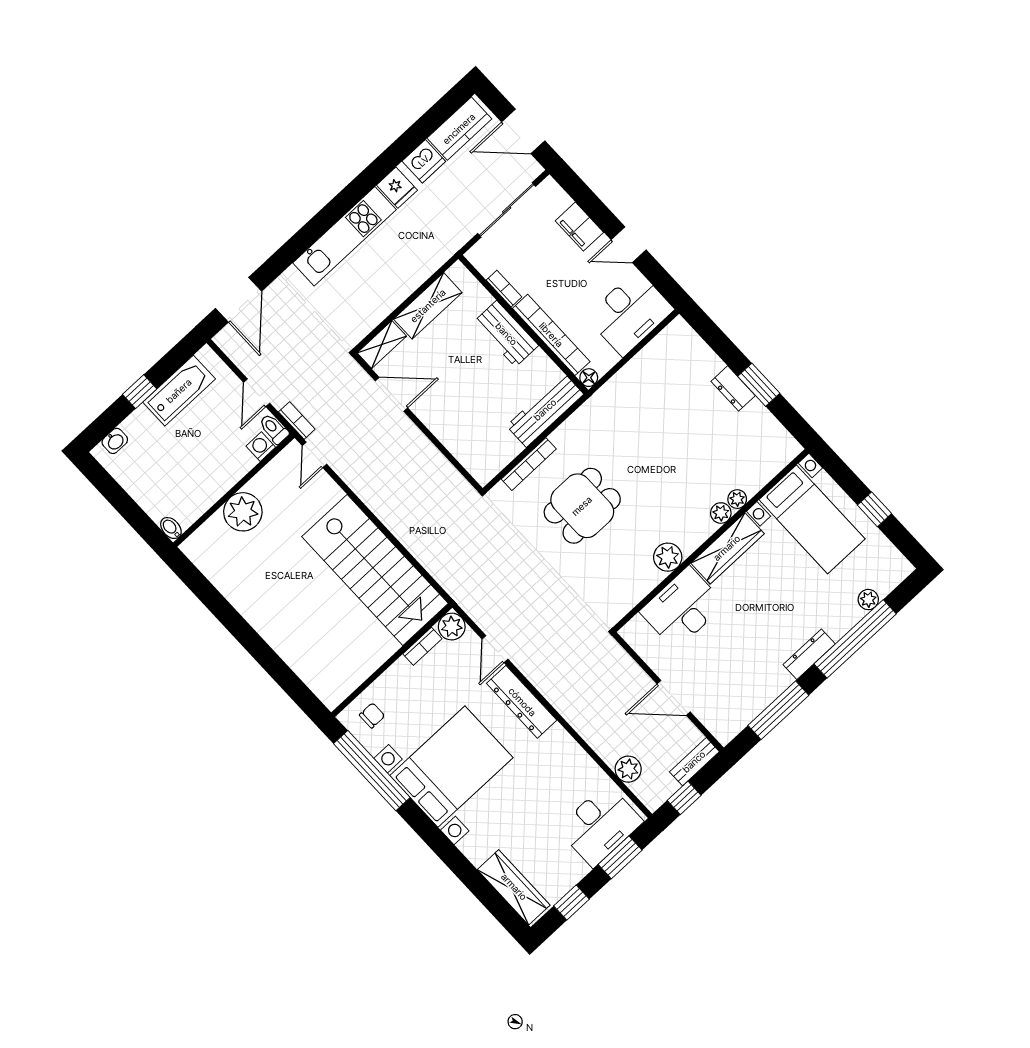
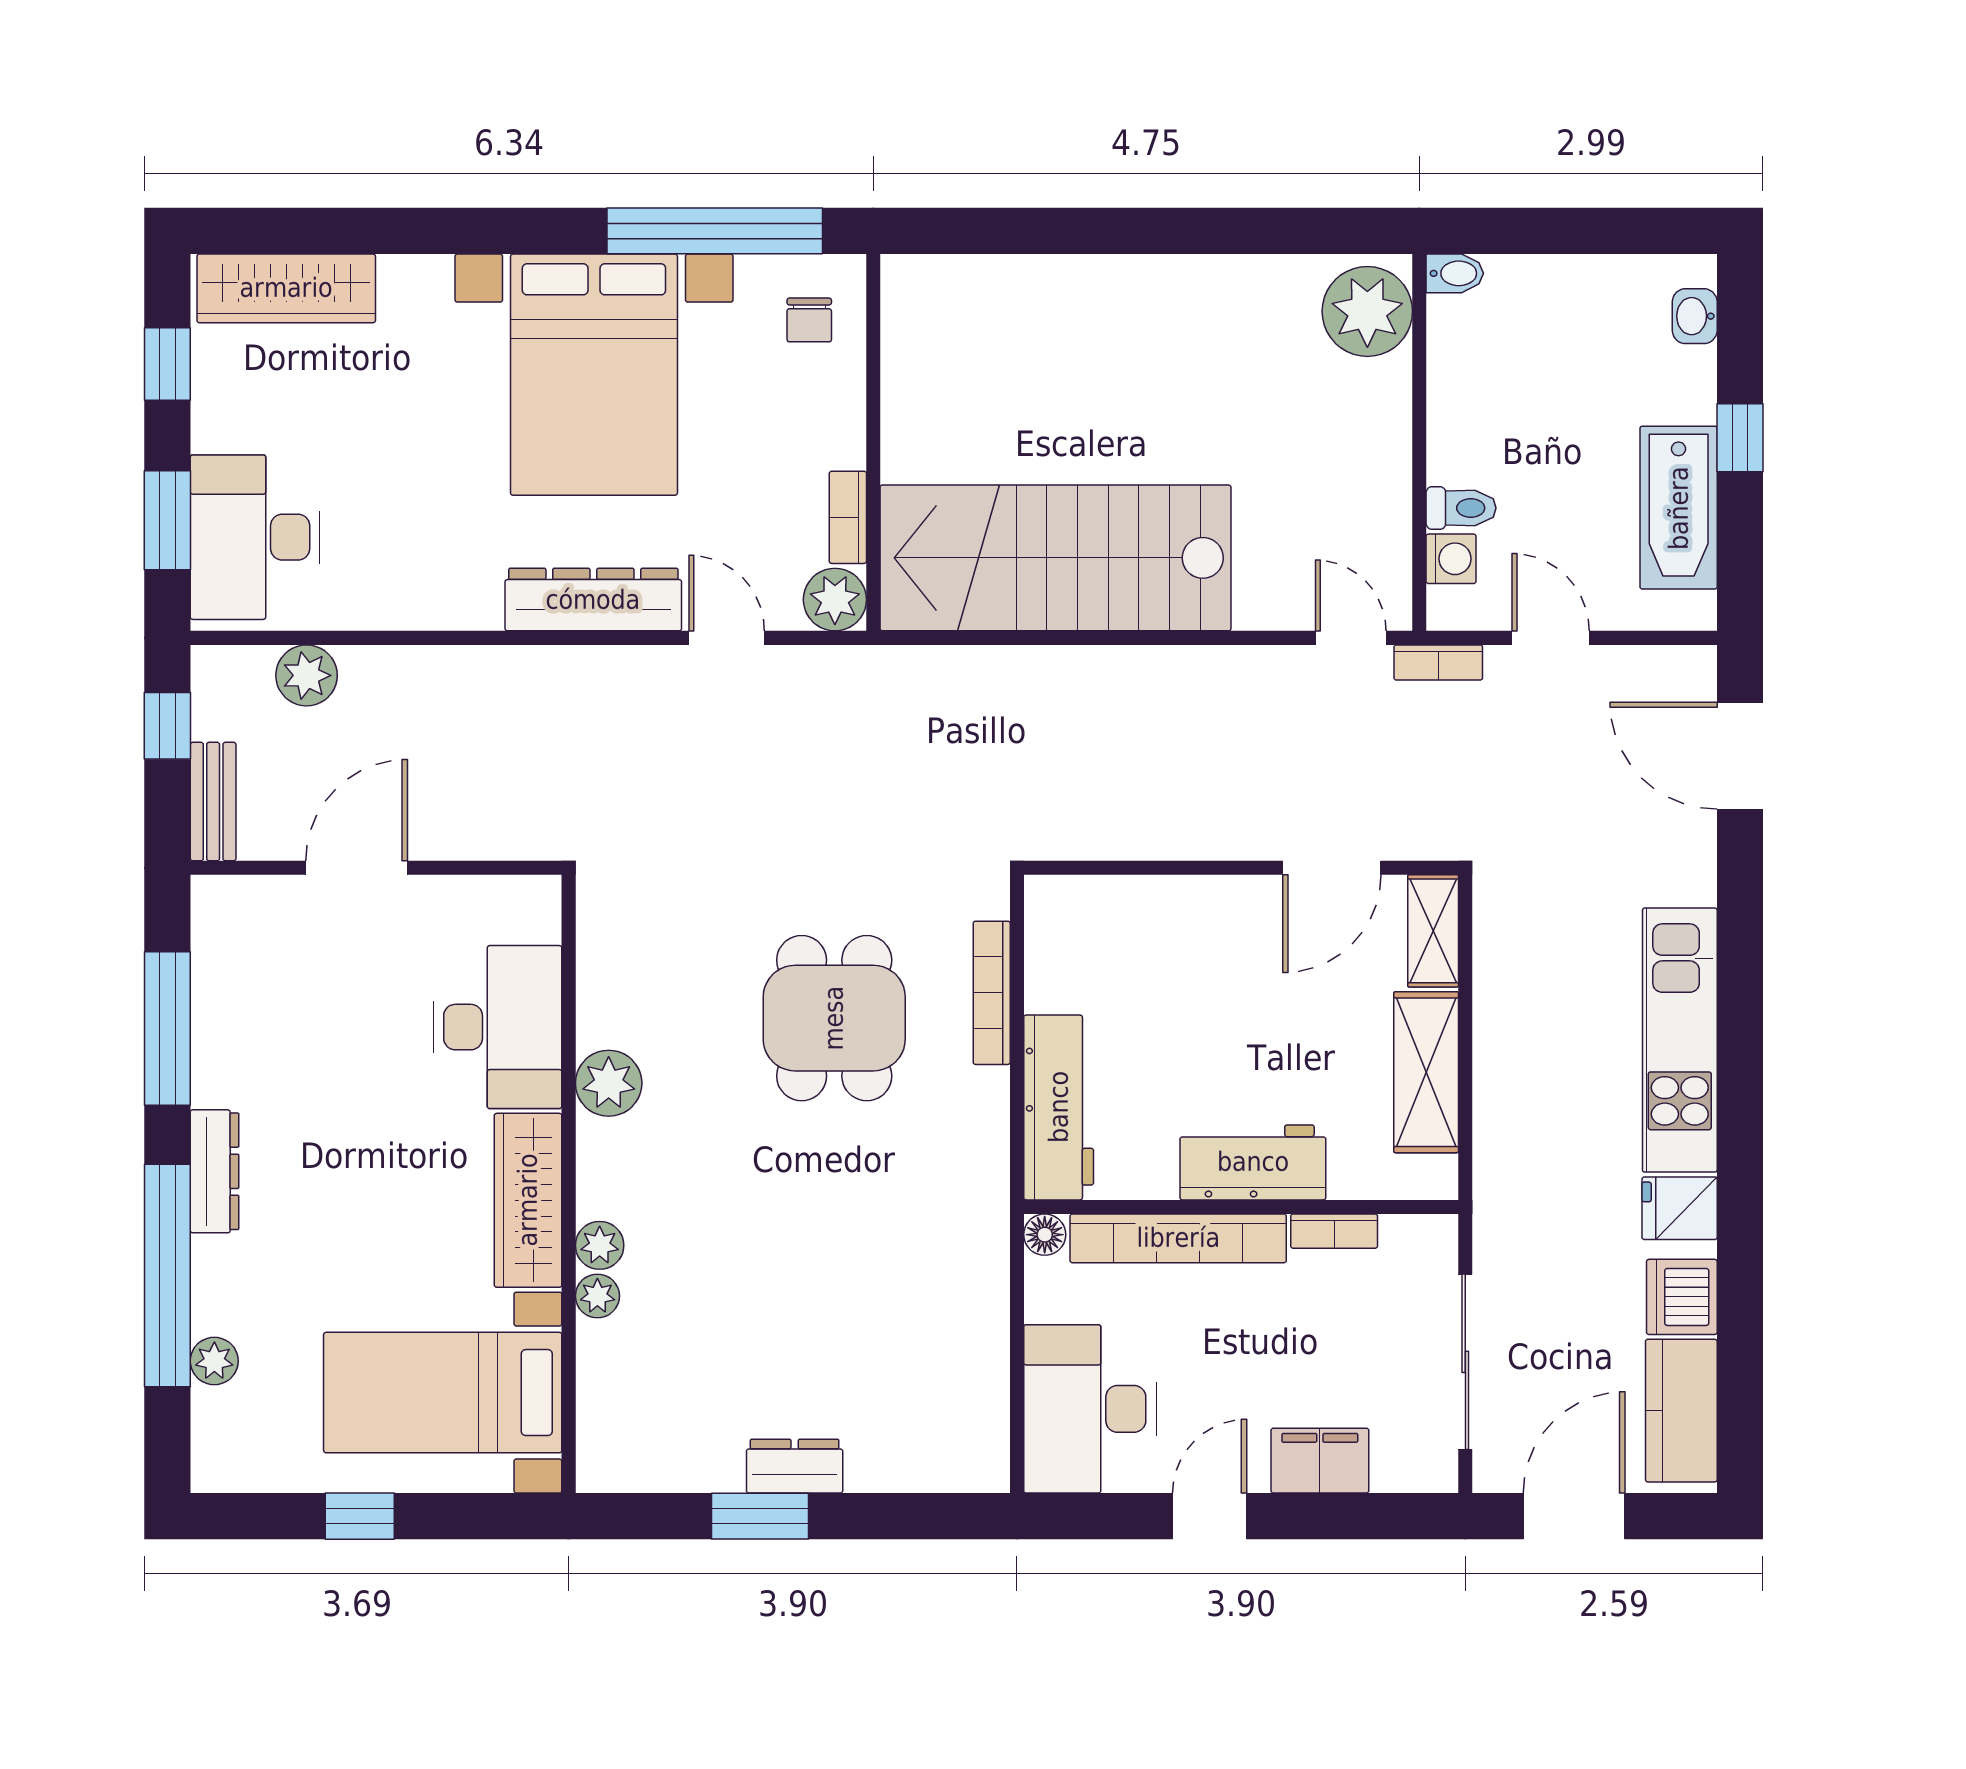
toilet: (274, 429) -> (1461, 508), moved
plant: (243, 512) -> (1367, 311), moved

